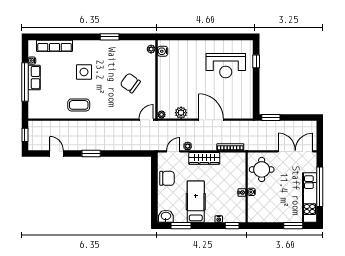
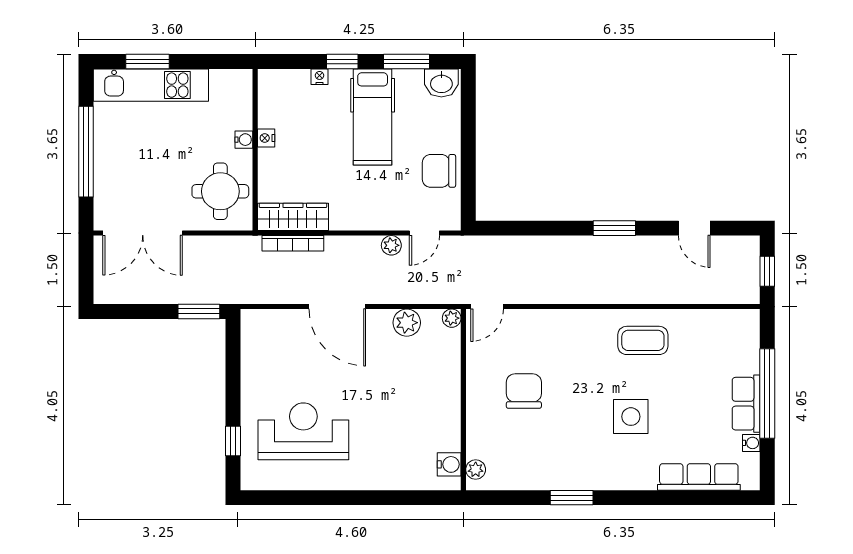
chair: (130, 83) -> (524, 391), turned -126
wardrobe: (204, 158) -> (293, 217), moved
kitchen unit: (310, 198) -> (151, 85), moved, turned 90
window: (232, 226) -> (342, 61), moved

